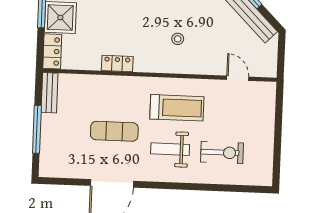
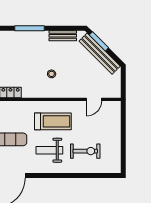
door: (238, 78) -> (94, 99), swing flipped

